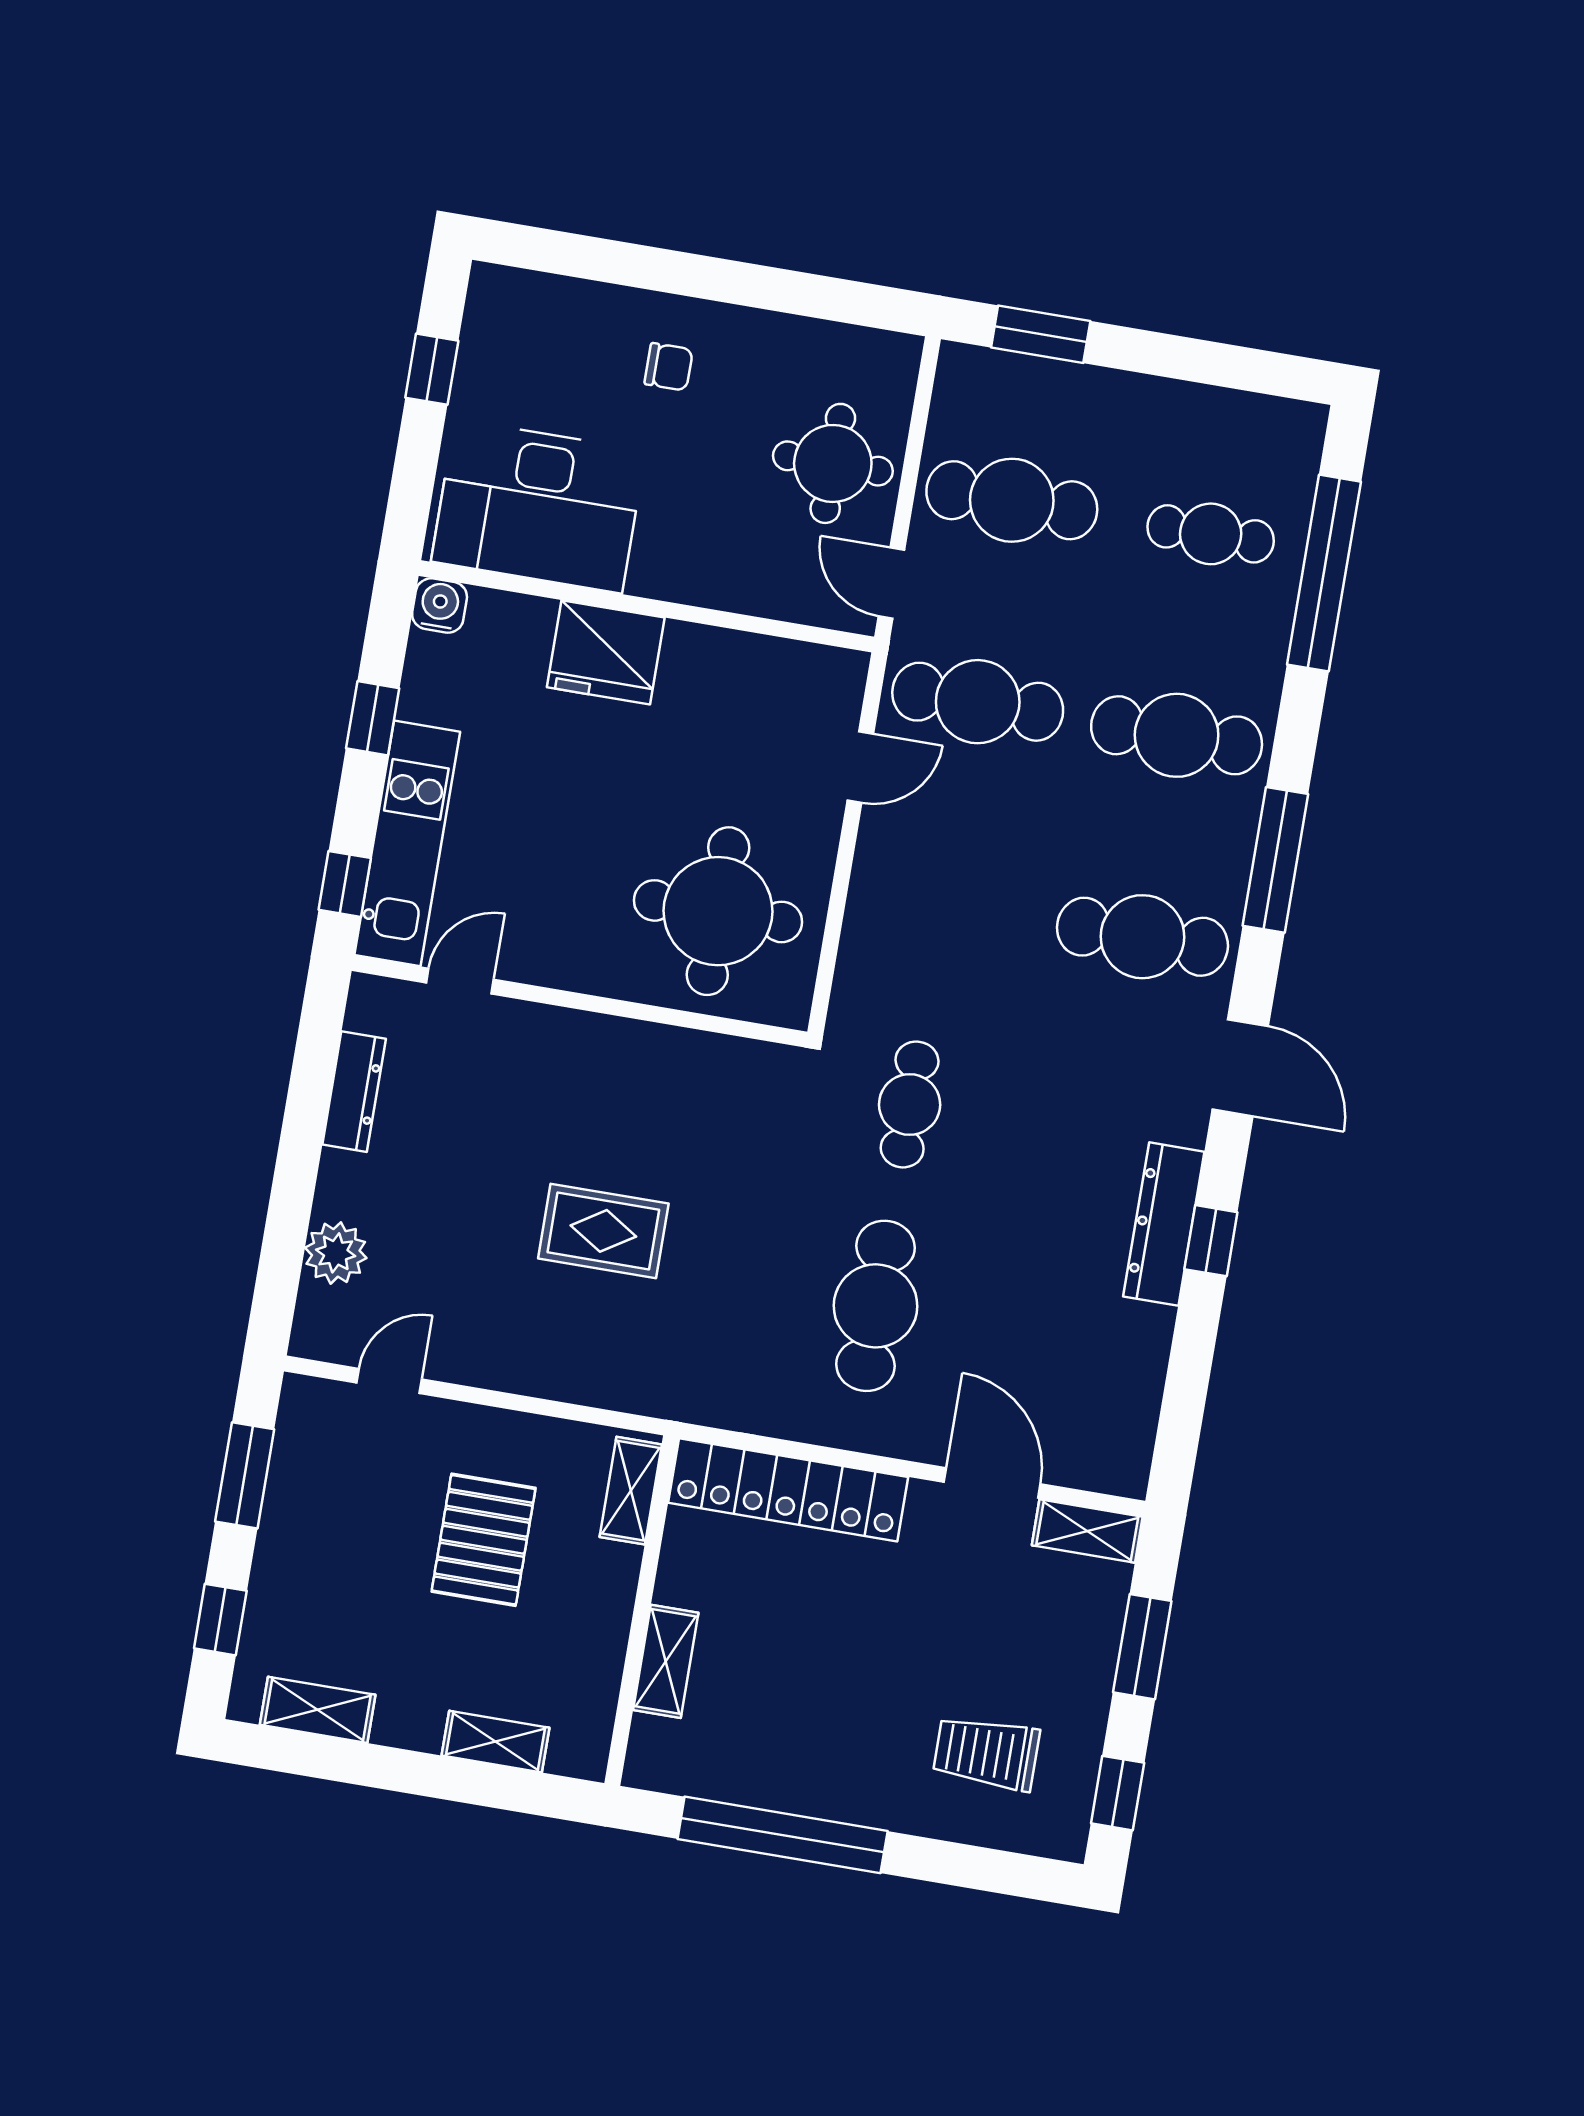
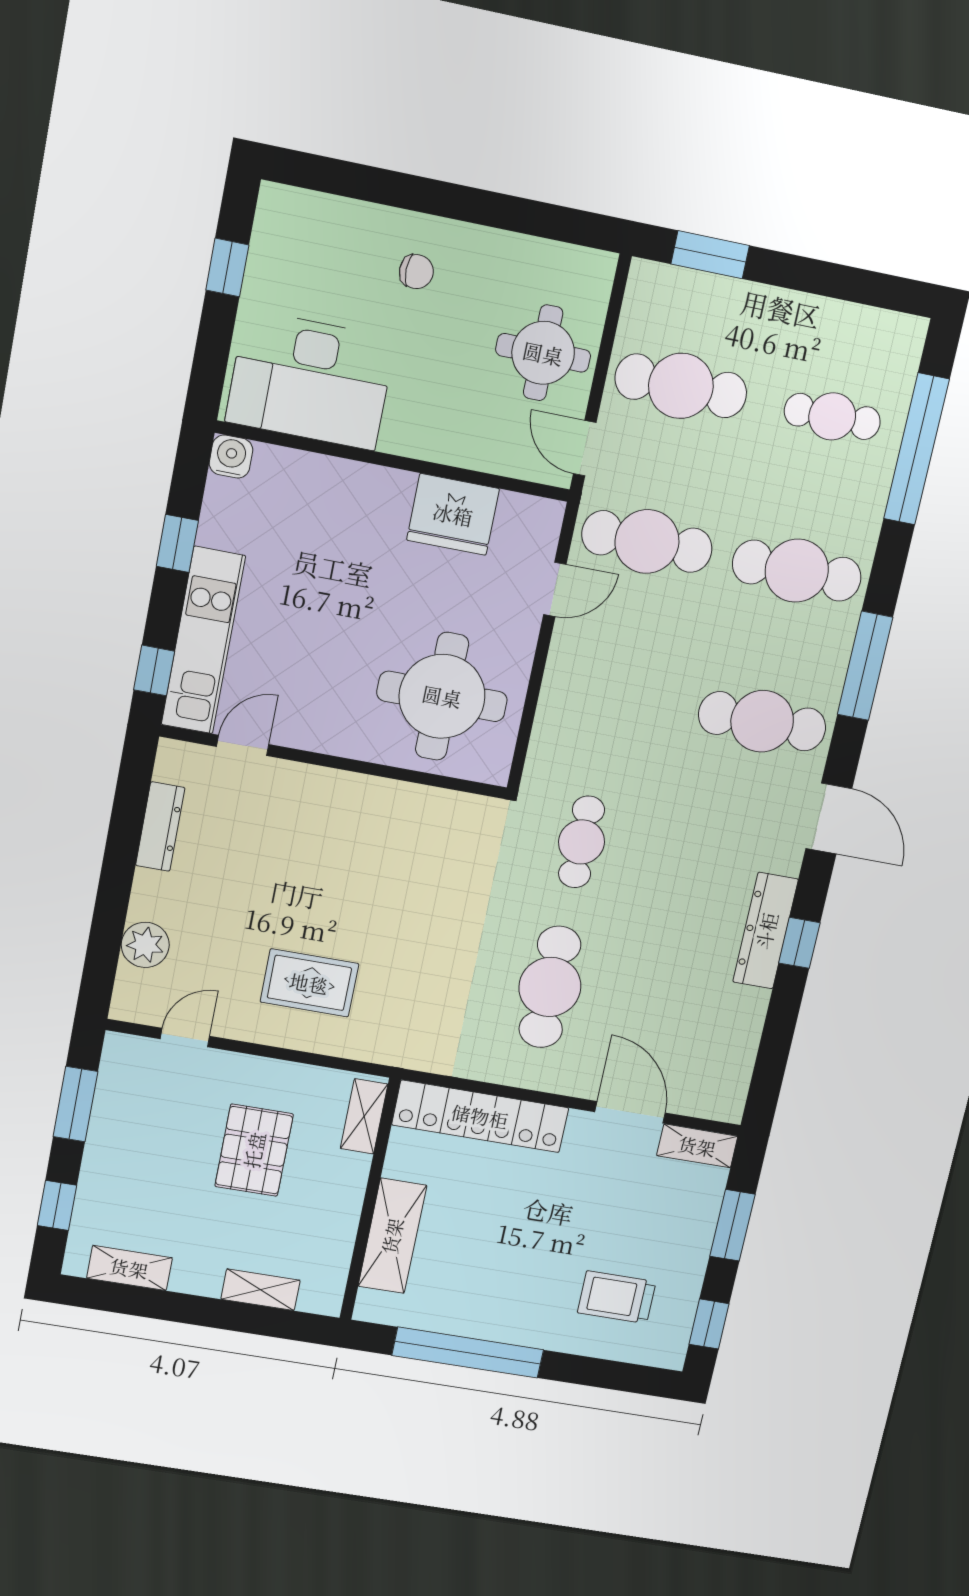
fridge: (606, 652) -> (453, 514), moved
rug: (603, 1231) -> (309, 983), moved
shelving: (666, 1661) -> (392, 1236), width x1.50, depth x1.33

